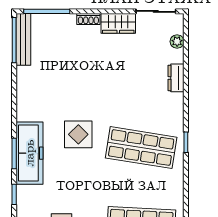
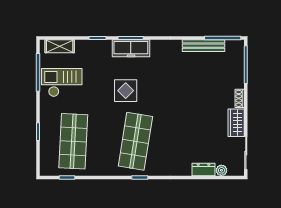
bench: (23, 39) -> (204, 46), moved
dresser: (176, 78) -> (203, 169), moved
display table: (78, 134) -> (126, 91), moved
freezer: (29, 153) -> (131, 48), width x0.73, depth x0.79

